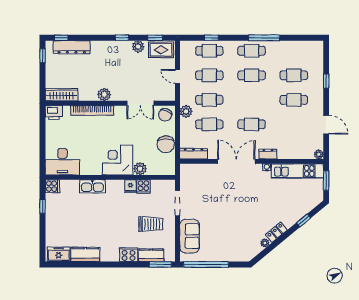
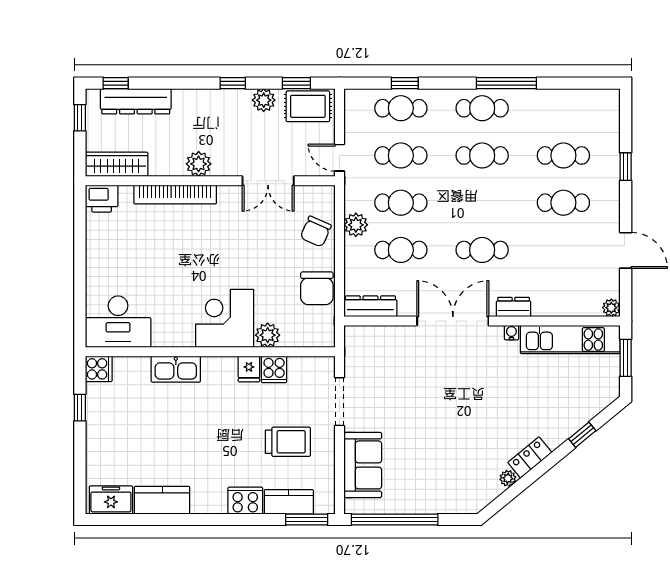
plant: (104, 94) -> (199, 164), moved
wardrobe: (62, 95) -> (117, 164), moved
wall: (110, 103) -> (210, 181), moved
double door: (140, 103) -> (268, 181), moved
bookcase: (92, 110) -> (175, 195), moved
printer: (54, 113) -> (102, 199), moved

